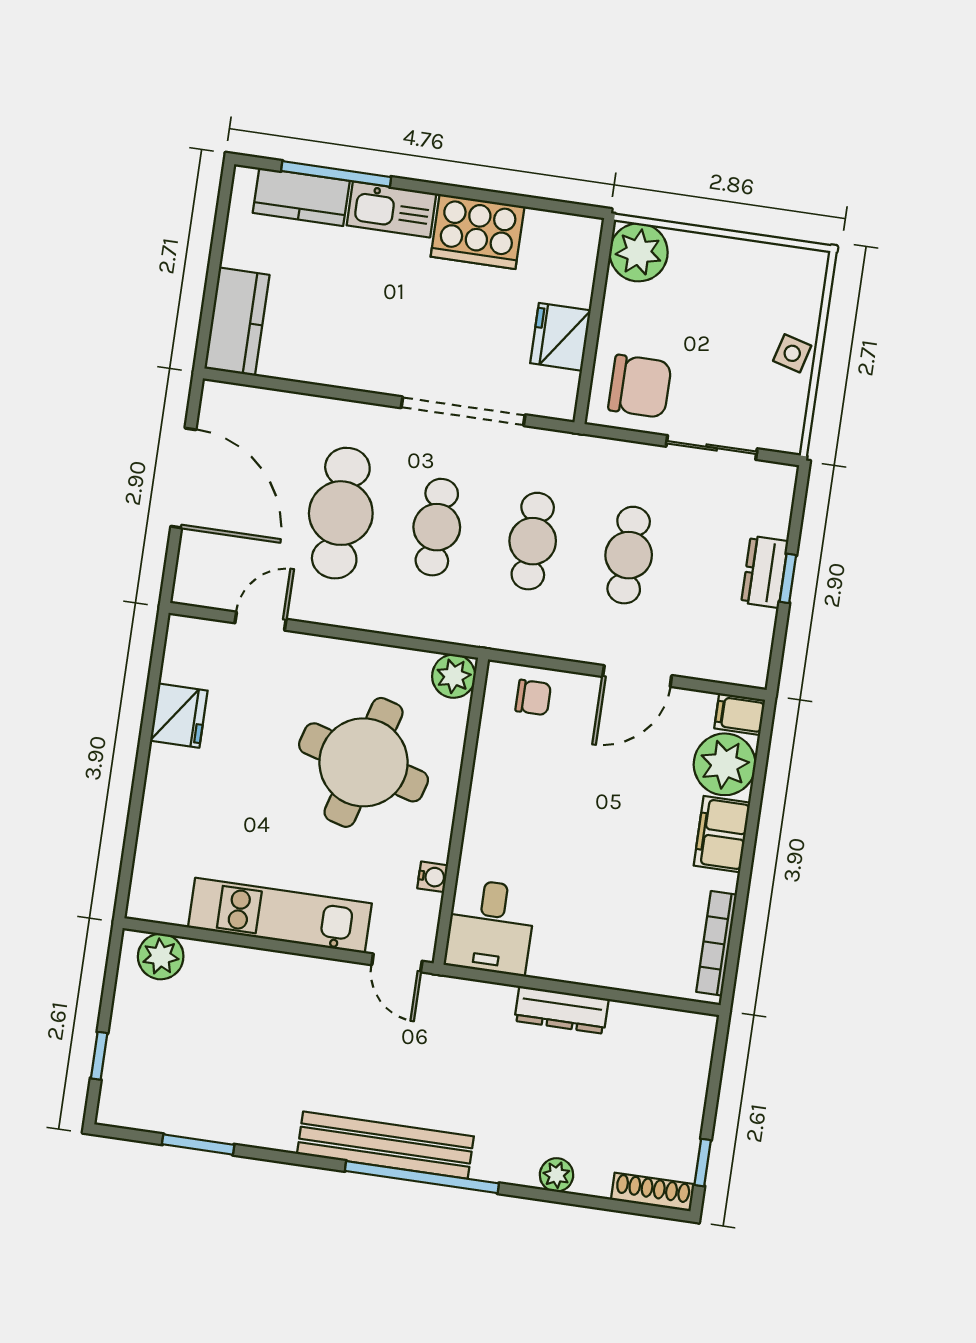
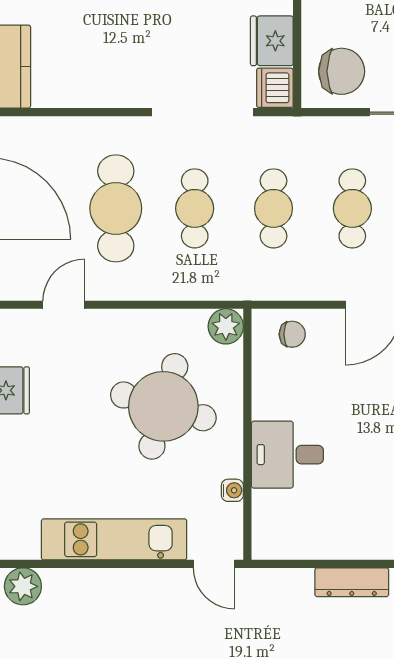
dishwasher: (556, 395) -> (275, 88), added
desk: (490, 927) -> (287, 455), moved, turned 90

